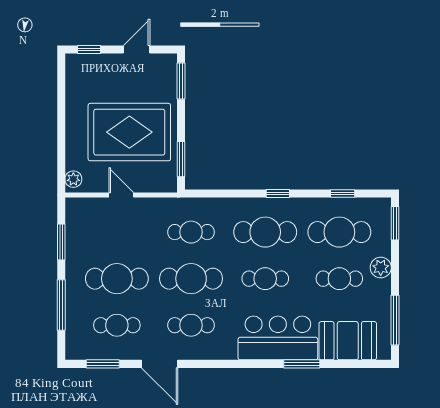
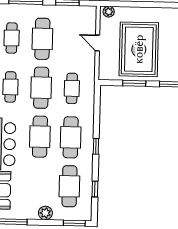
window: (181, 159) -> (134, 83), moved
door: (121, 195) -> (97, 43), swing flipped
cafe table: (265, 279) -> (40, 137), width x1.37, depth x1.35
cafe table: (339, 279) -> (39, 186), removed

